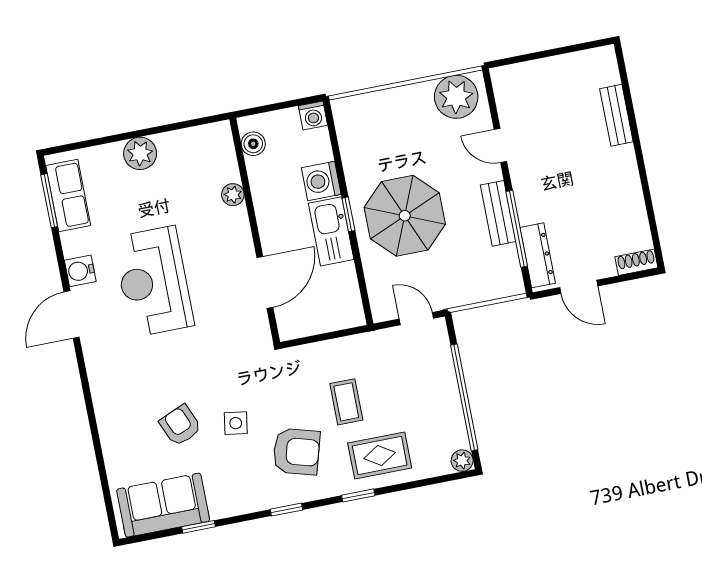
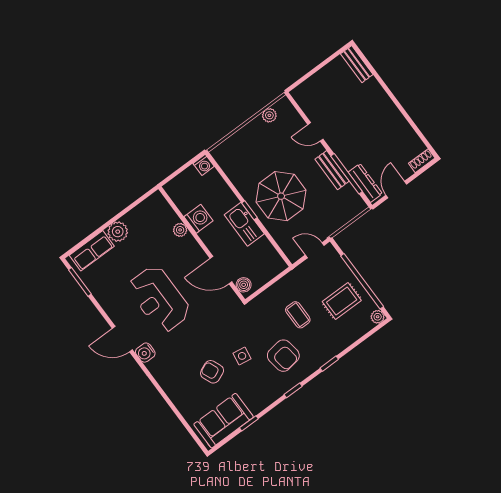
plant: (456, 97) -> (269, 115), width x0.53, depth x0.53
bench: (616, 115) -> (357, 64), moved
boiler: (253, 144) -> (244, 285), moved
washing machine: (321, 181) -> (198, 219), moved, turned 180
row of seats: (68, 196) -> (92, 251), moved, turned 90
water cooler: (80, 271) -> (145, 353), moved
door: (265, 282) -> (221, 270), swing flipped
door: (579, 287) -> (396, 190), swing flipped
door: (72, 315) -> (122, 339), hinge flipped
armchair: (296, 452) -> (283, 356), turned 66
rug: (380, 456) -> (342, 301), moved

